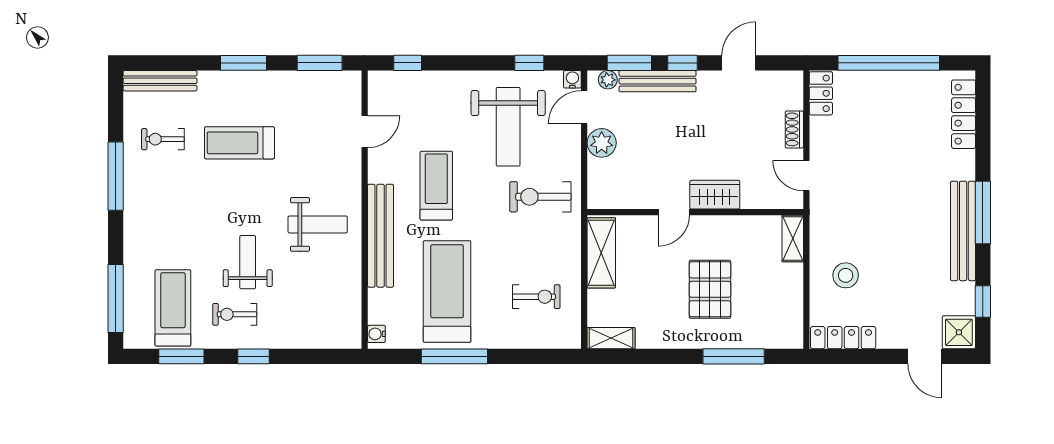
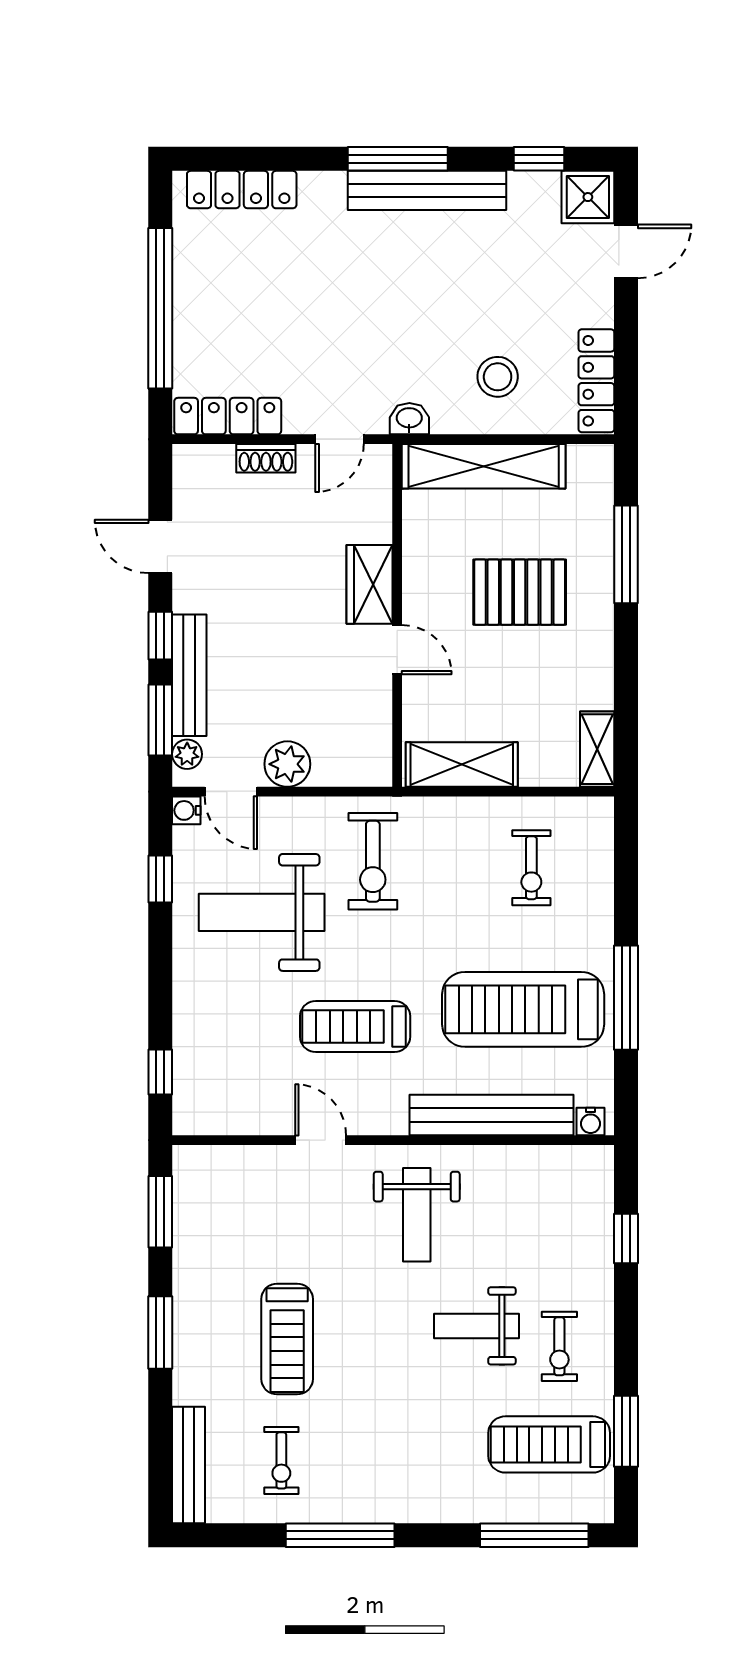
locker: (821, 93) -> (228, 416), width x1.53
weight bench: (508, 127) -> (262, 912), turned 180
door: (365, 132) -> (321, 1140), moved
washbasin: (819, 220) -> (409, 419), added
weight bench: (318, 224) -> (417, 1215), turned 180
bench: (381, 236) -> (492, 1115), moved
shelving: (793, 239) -> (484, 466), width x2.20, depth x1.33
exercise bike: (536, 297) -> (531, 868), turned 180
window: (254, 356) -> (626, 1238), moved

